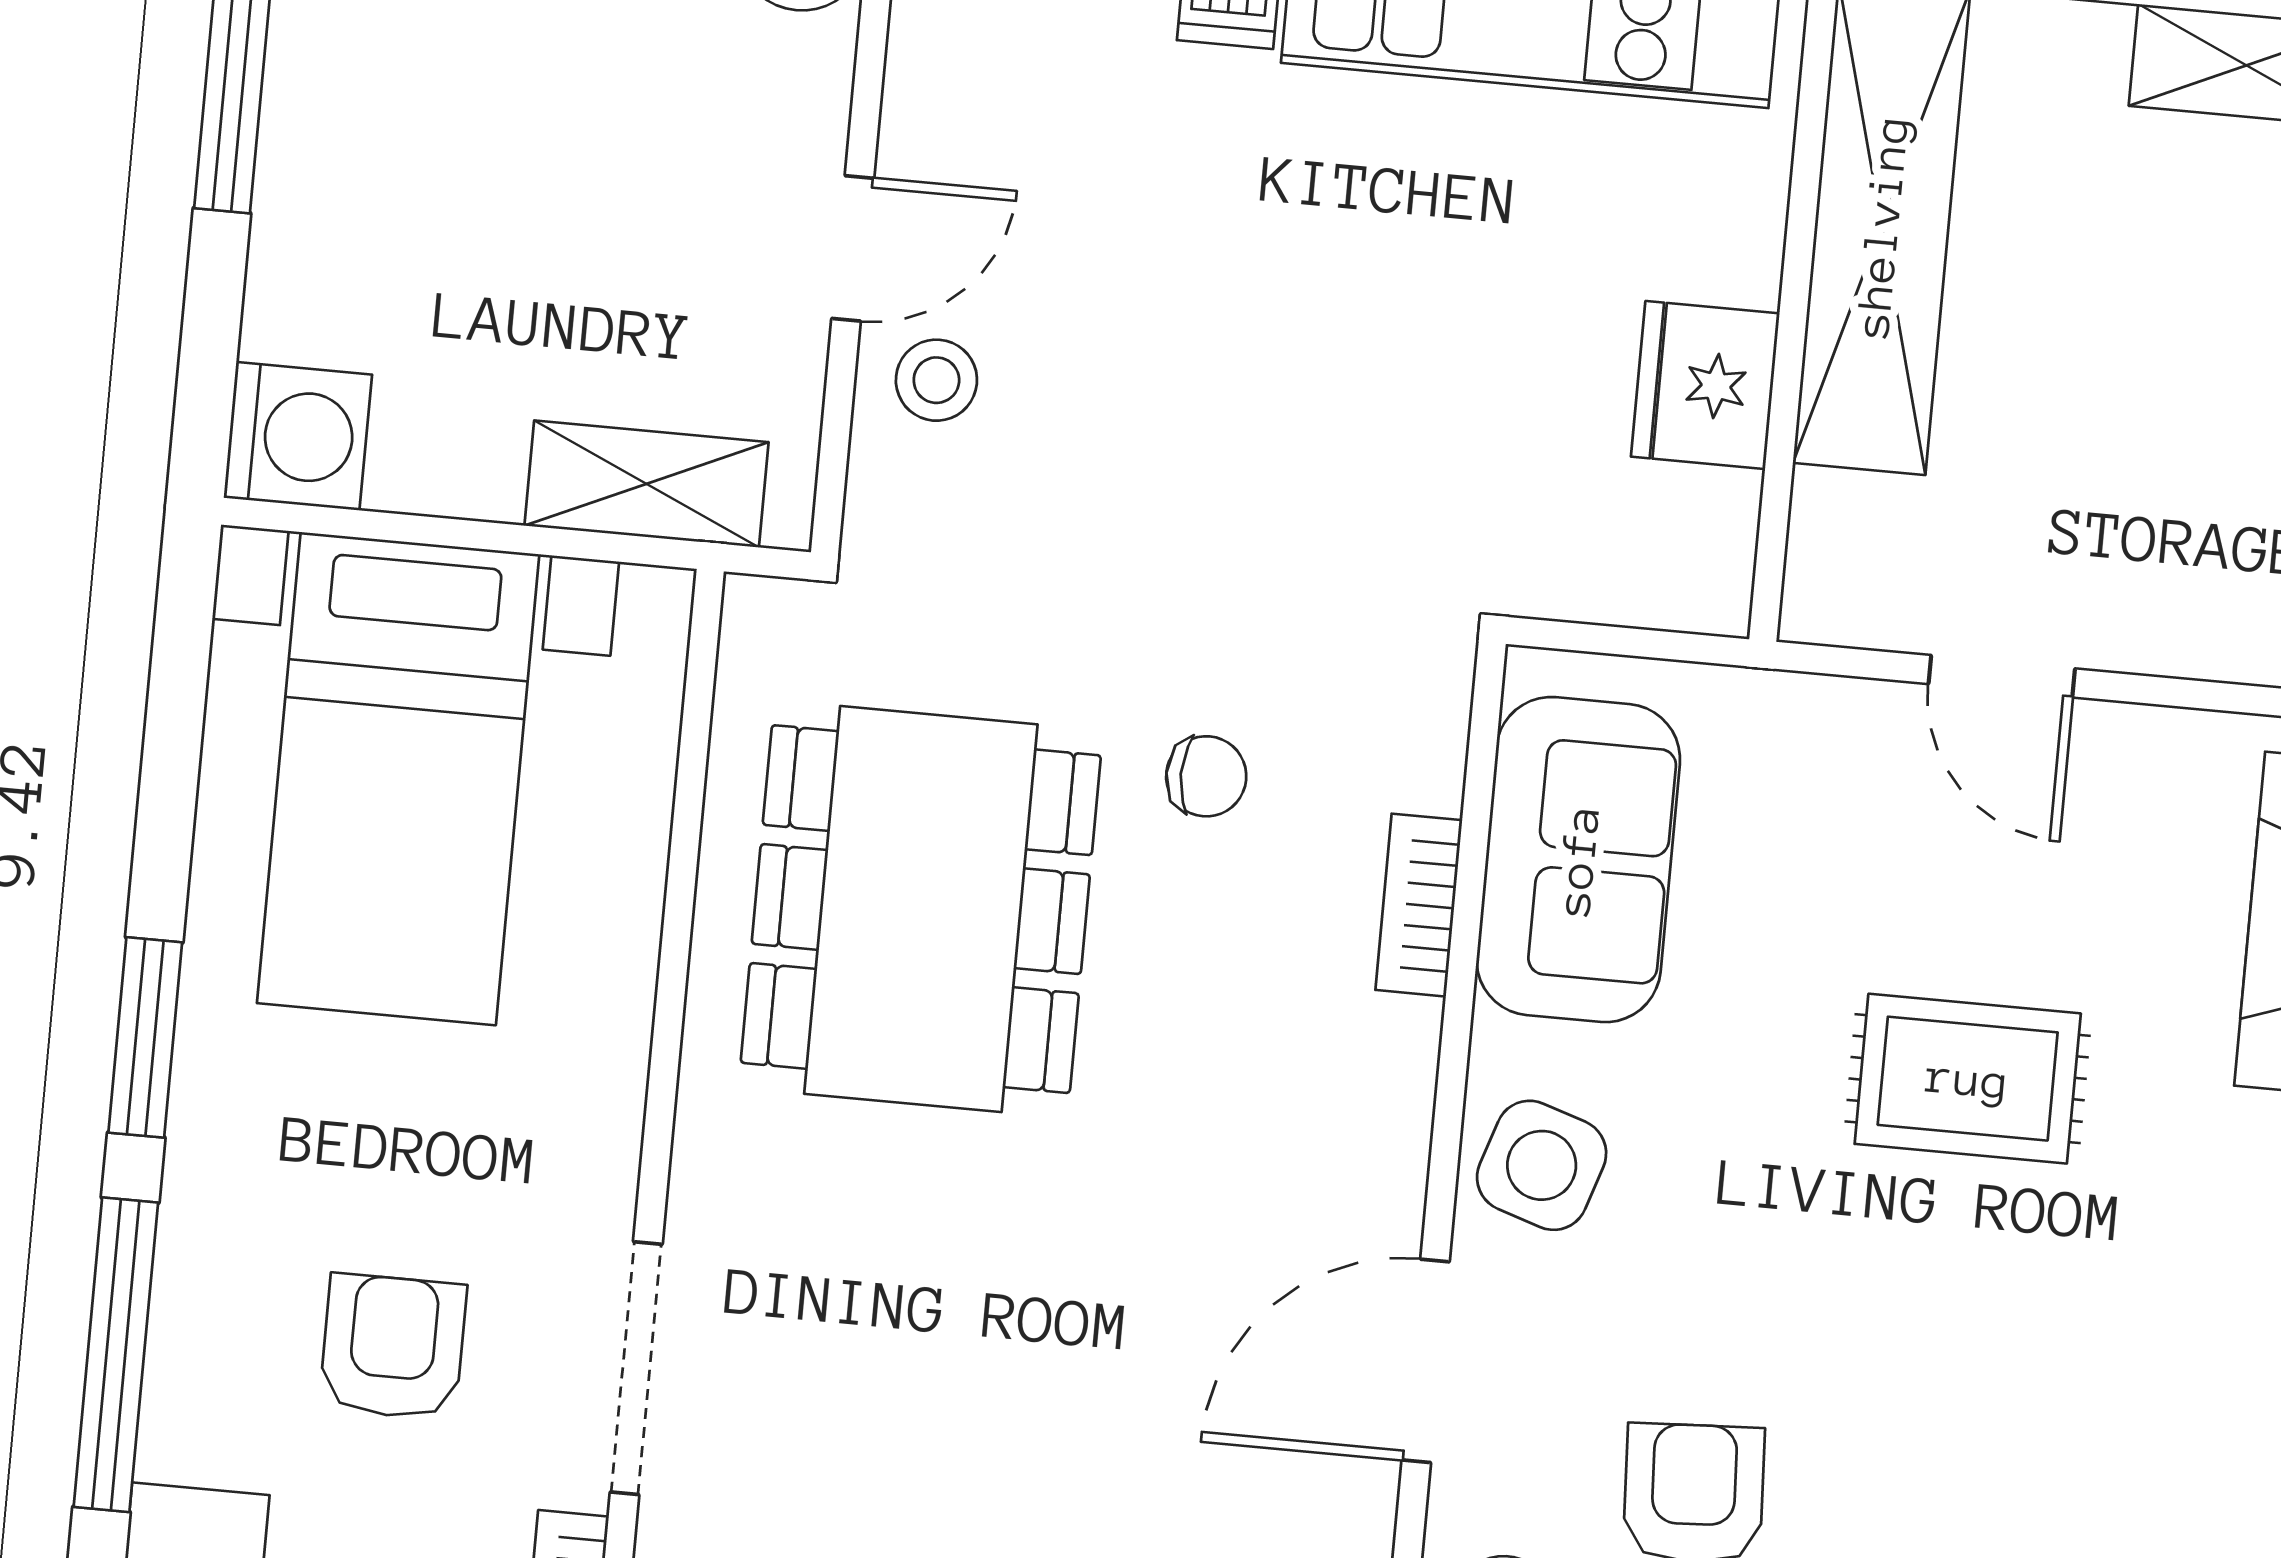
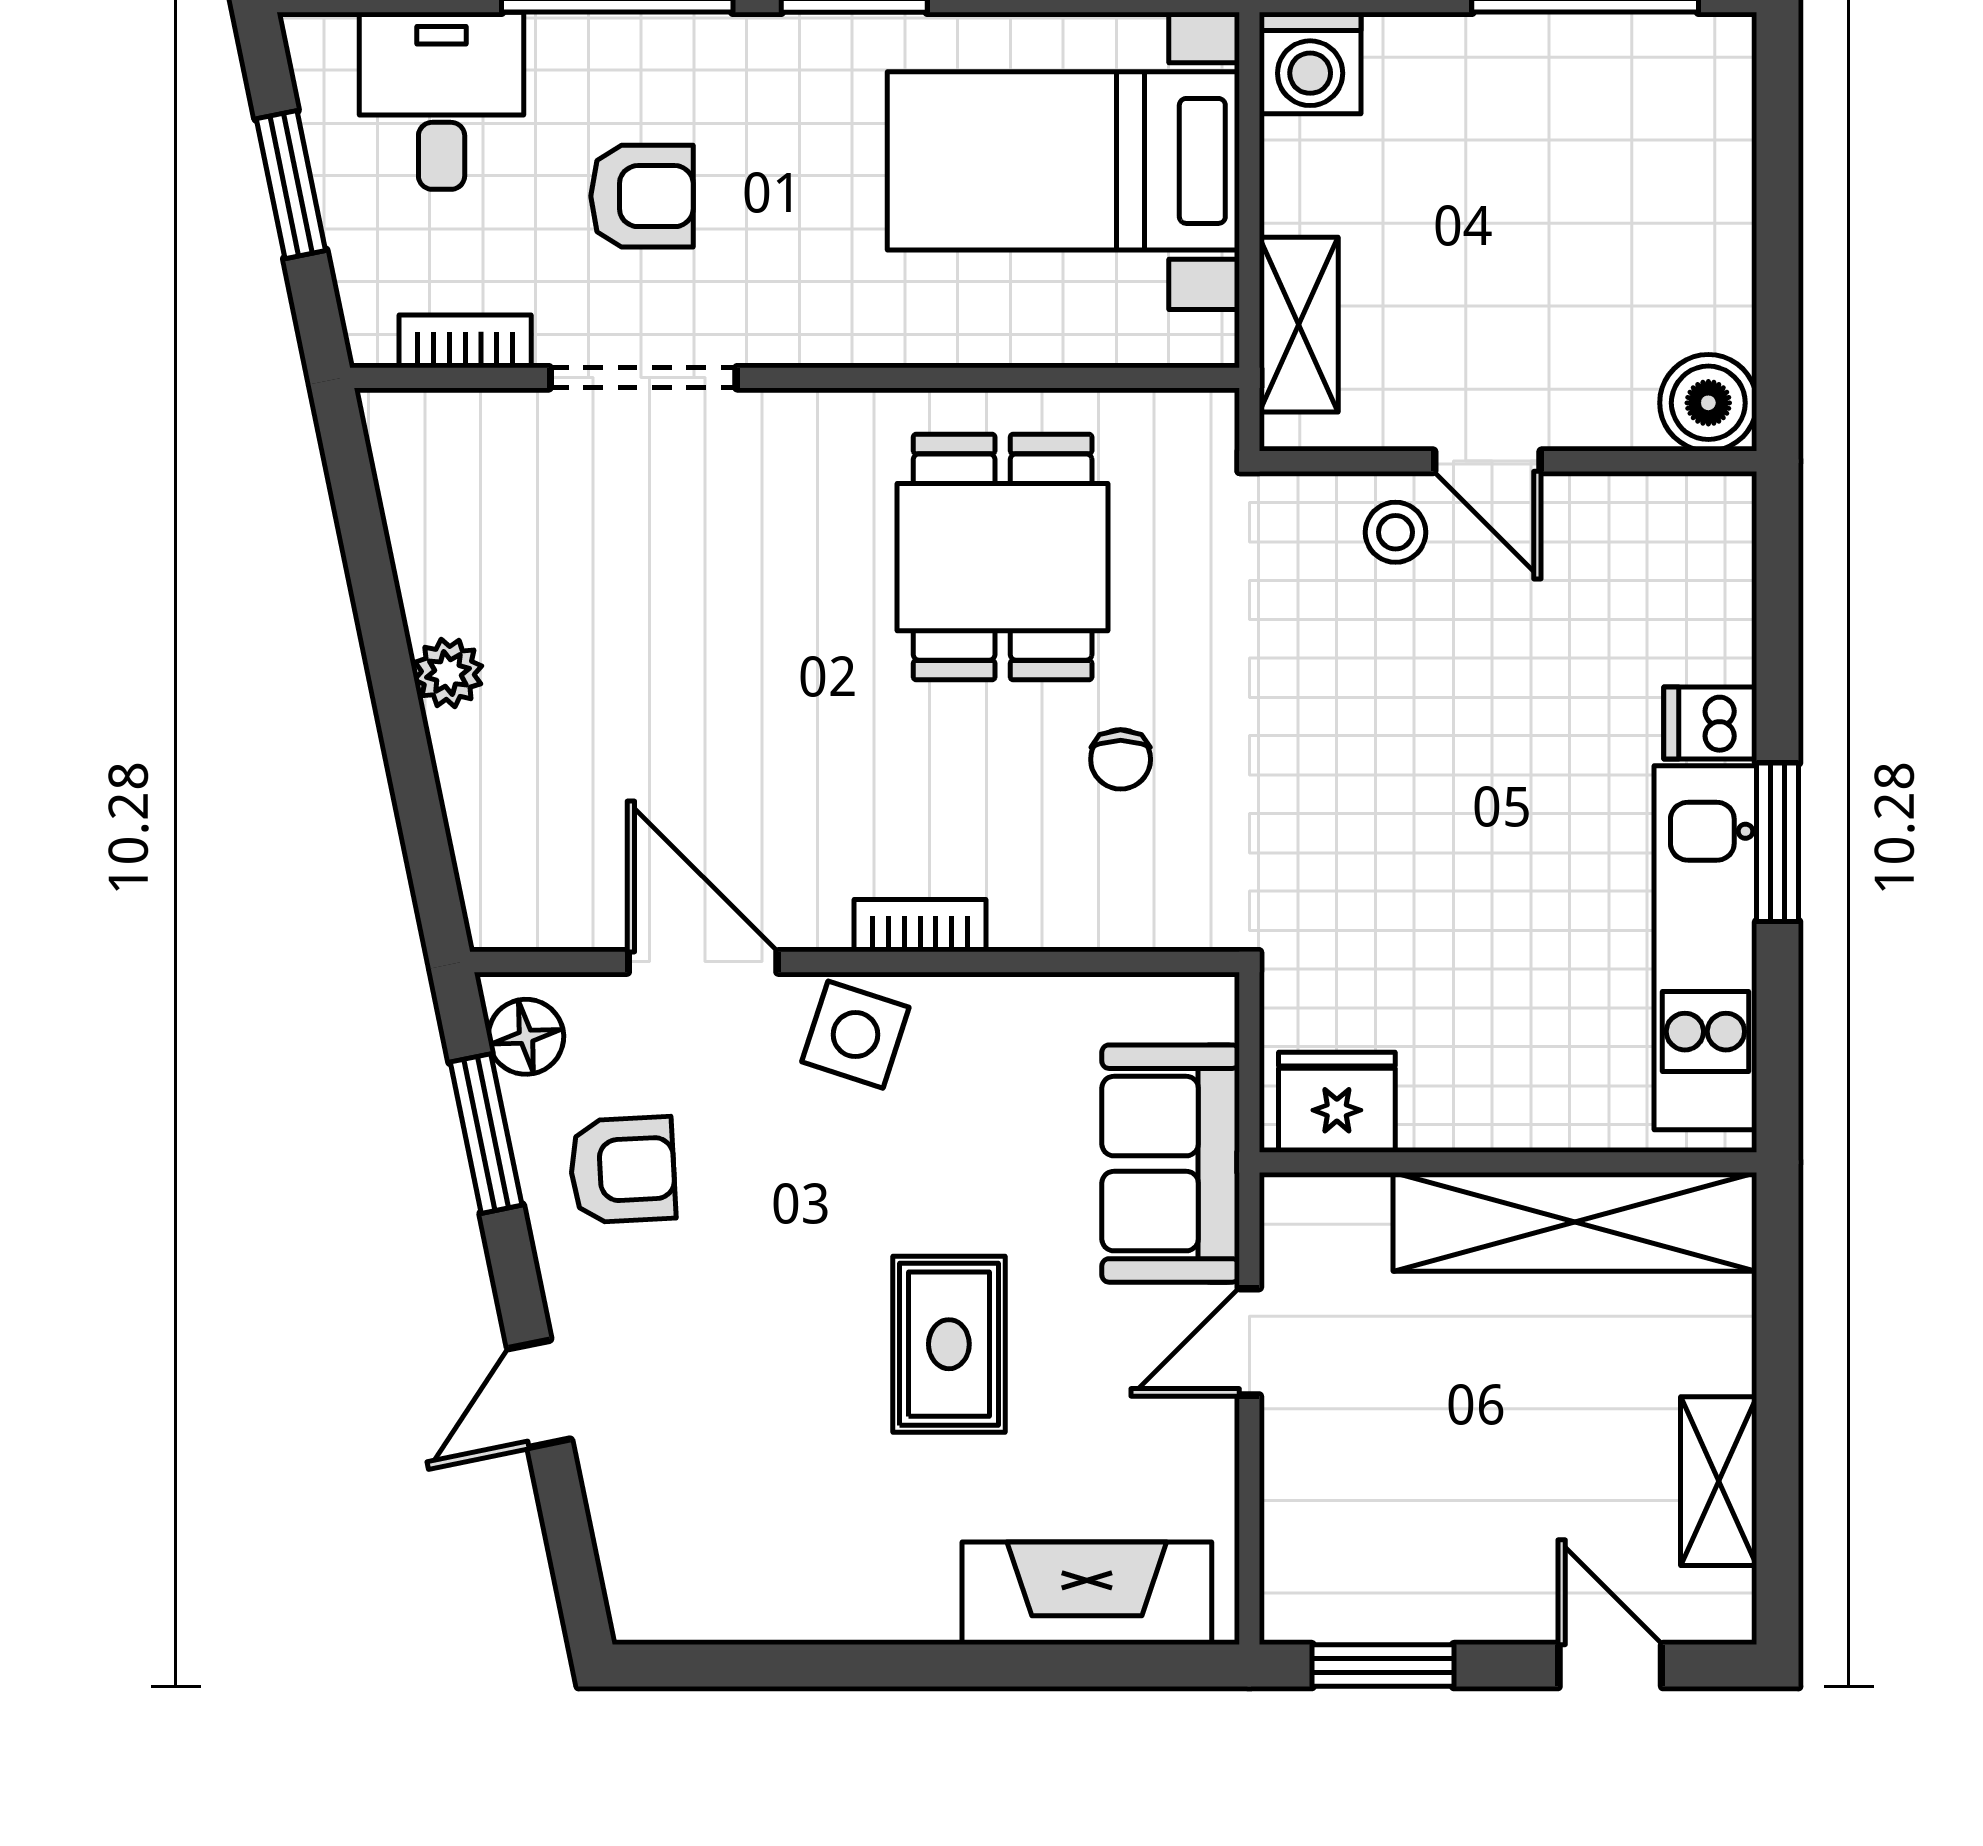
fridge: (1705, 385) -> (1337, 1102), moved
sofa: (1578, 860) -> (1171, 1164), moved, turned 90
bookcase: (1419, 905) -> (920, 926), moved
dining table: (921, 909) -> (1003, 557), width x0.73

